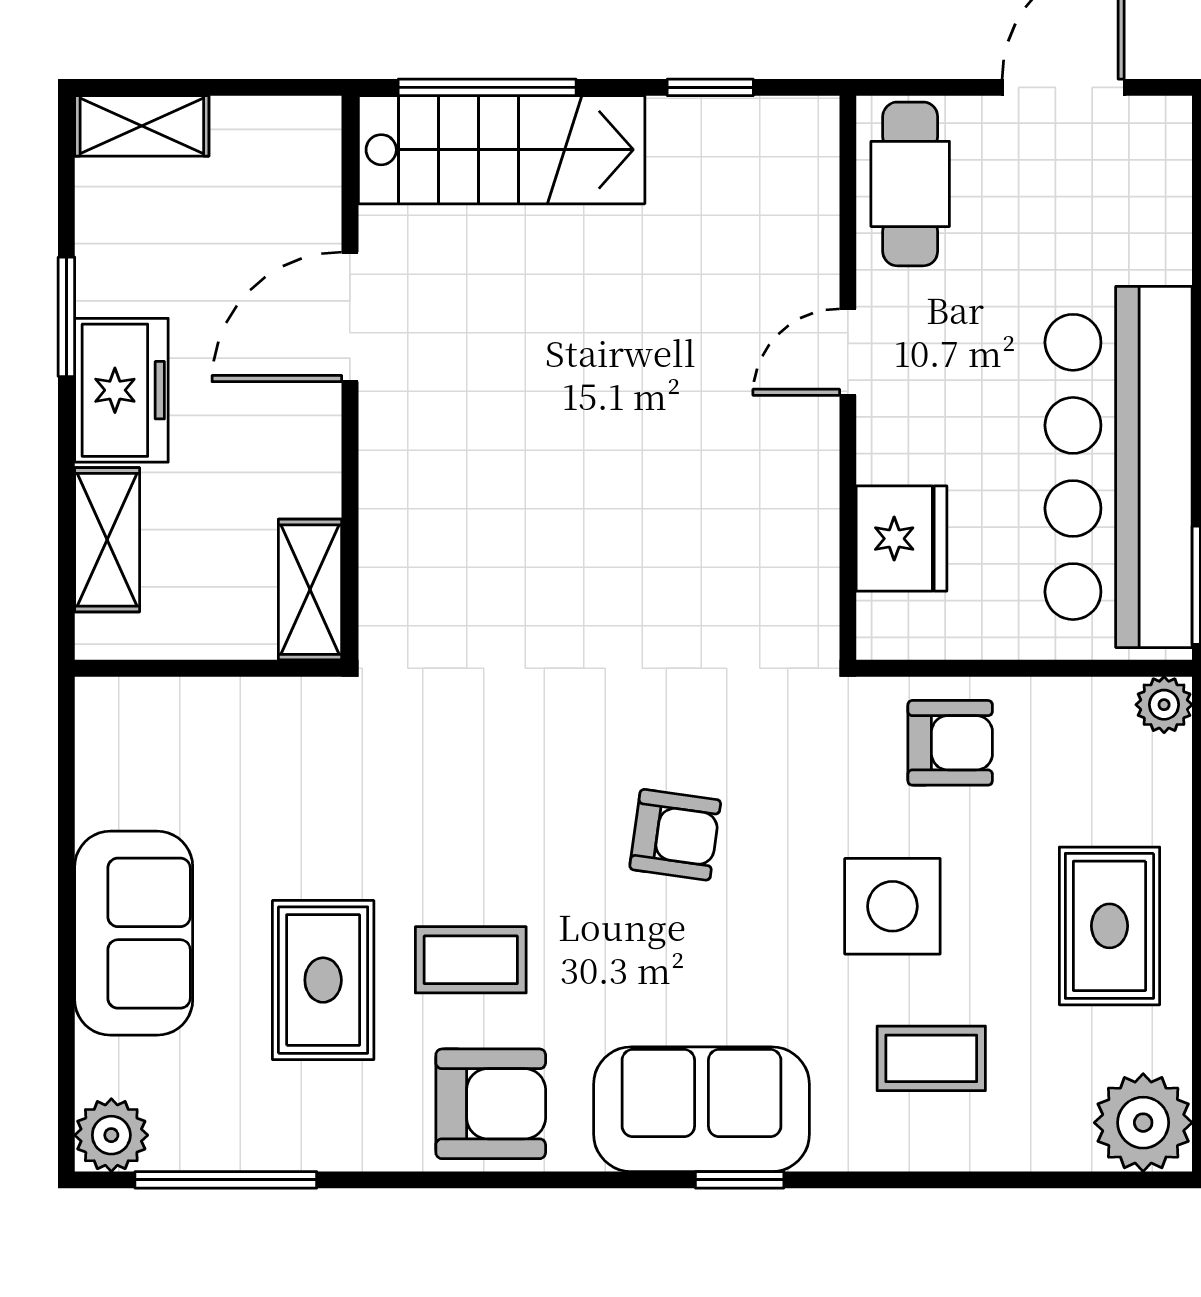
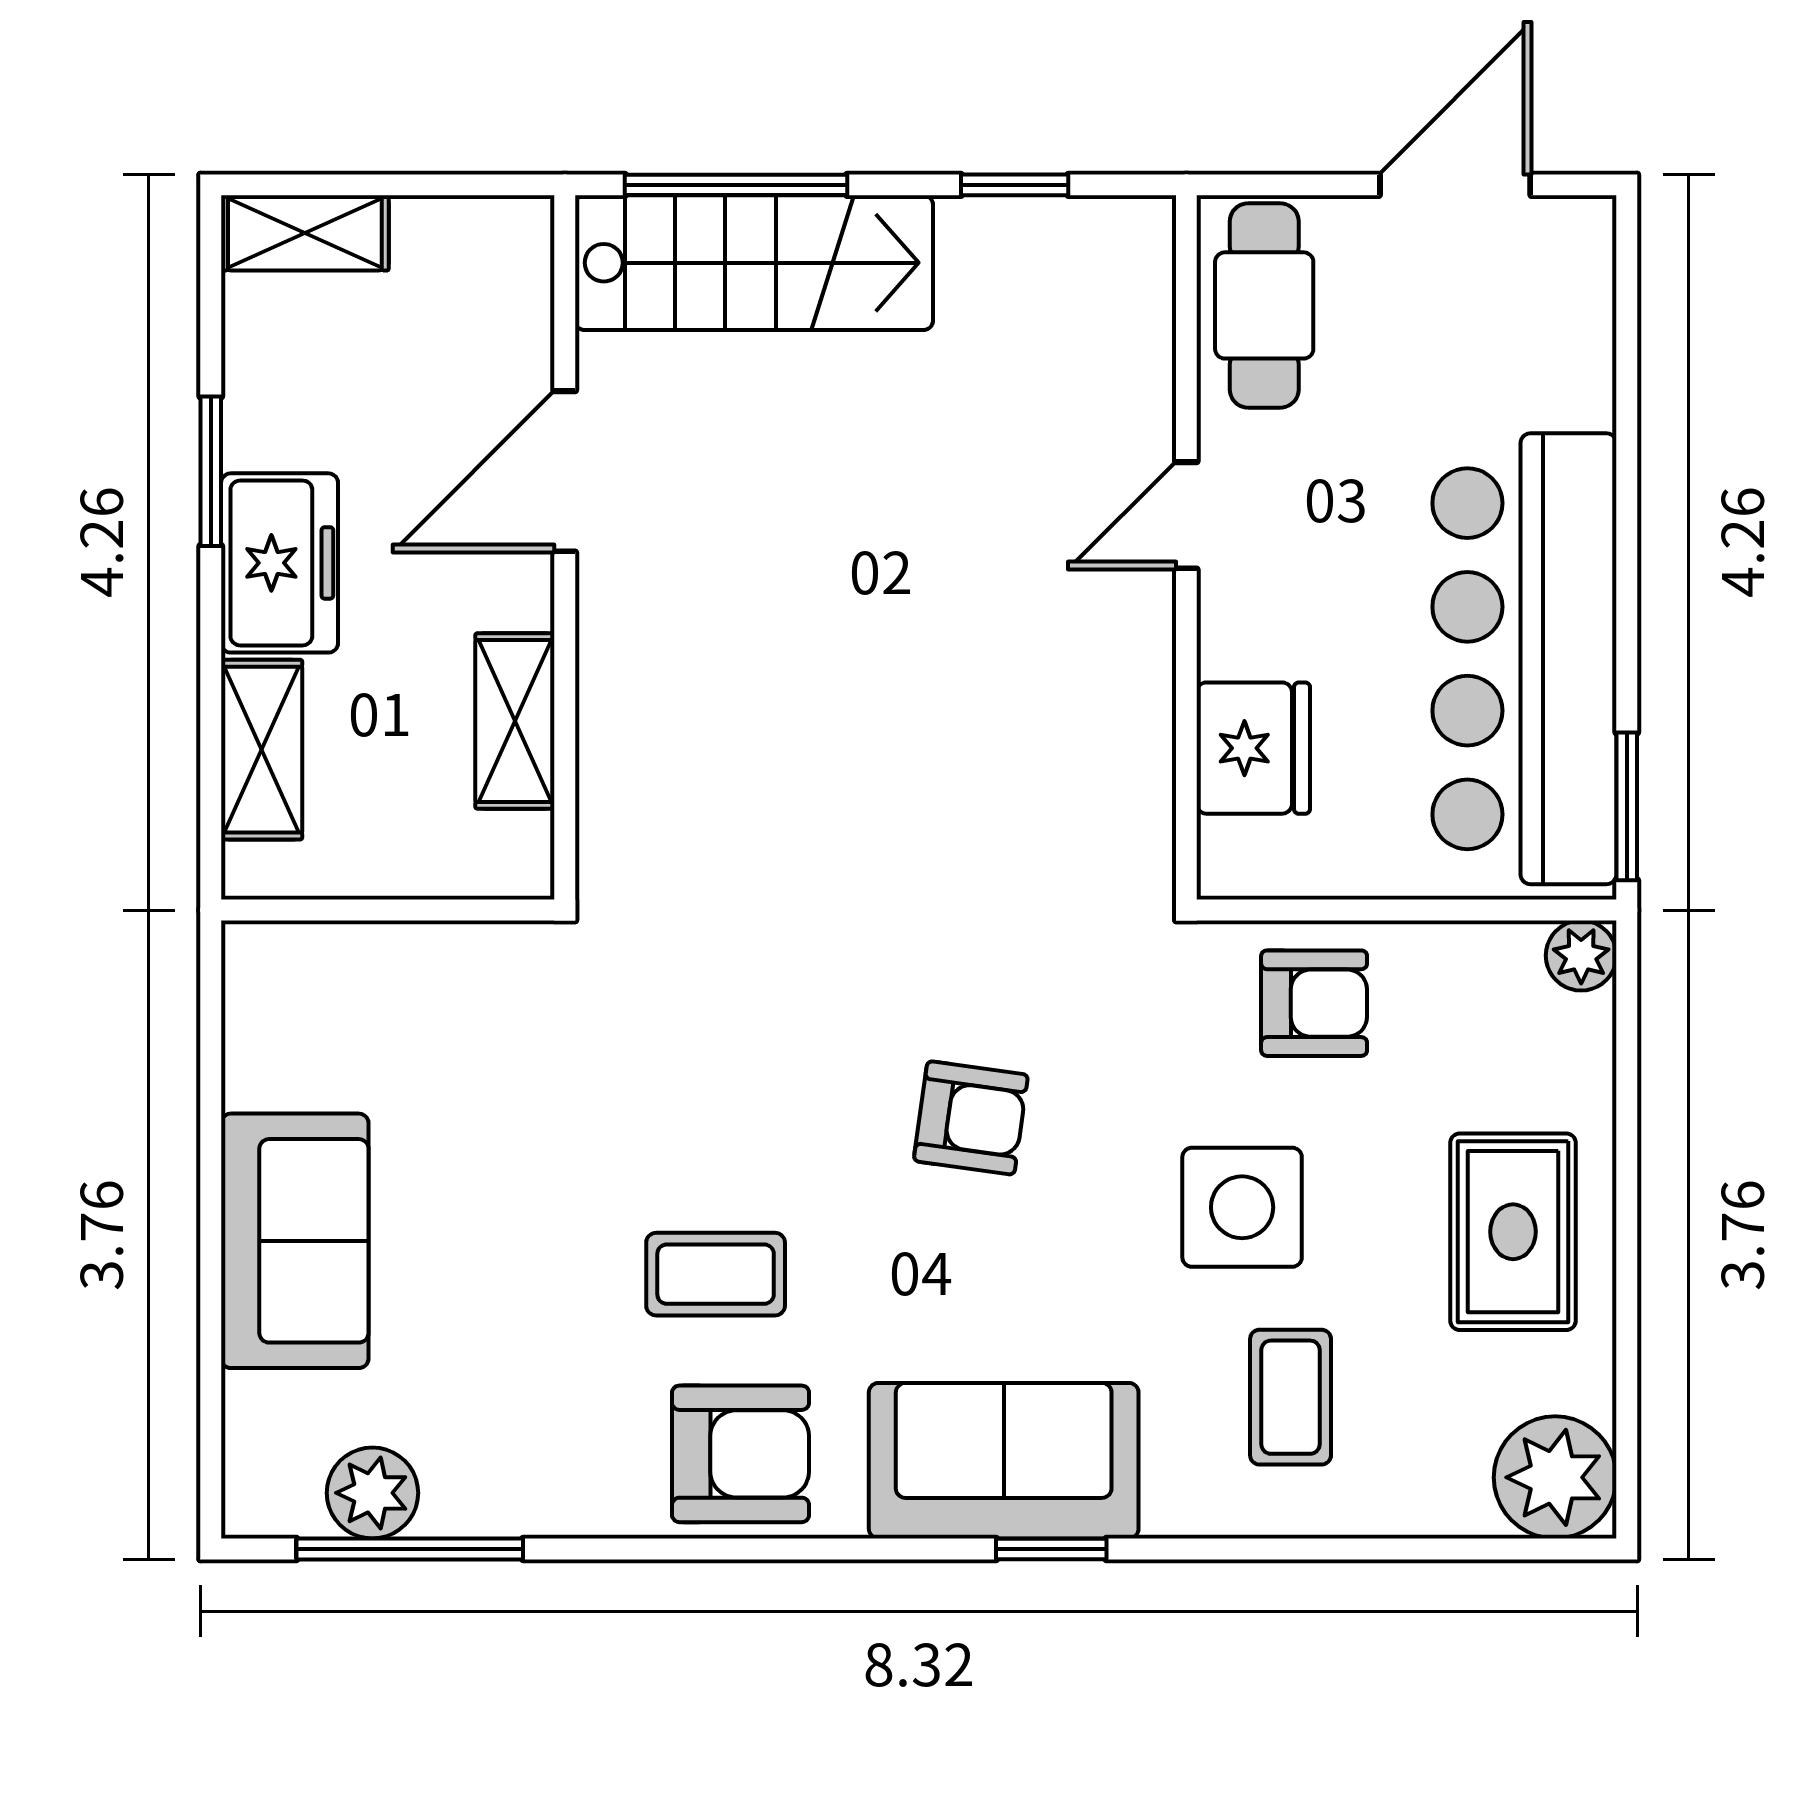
shelving: (310, 590) -> (515, 721), moved
rug: (323, 980) -> (531, 1299), removed
coffee table: (931, 1058) -> (1291, 1397), turned 90
plant: (111, 1135) -> (372, 1493), moved

